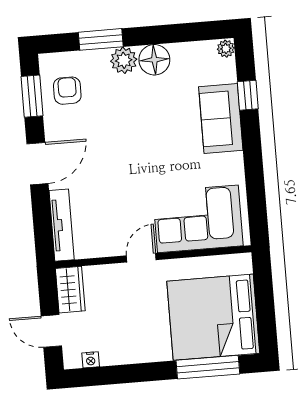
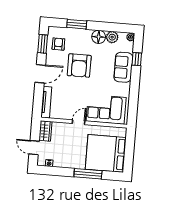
plant: (124, 60) -> (112, 37), moved
armchair: (122, 131) -> (79, 66), added
window: (208, 367) -> (88, 174), moved

